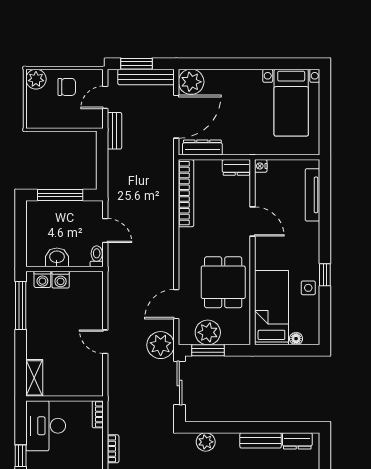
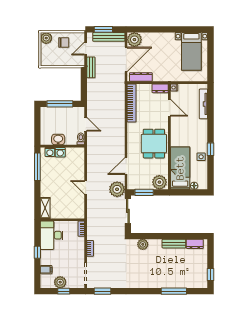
door: (253, 221) -> (169, 108), moved
dining table: (223, 282) -> (154, 144), moved
plant: (208, 332) -> (159, 182), moved

